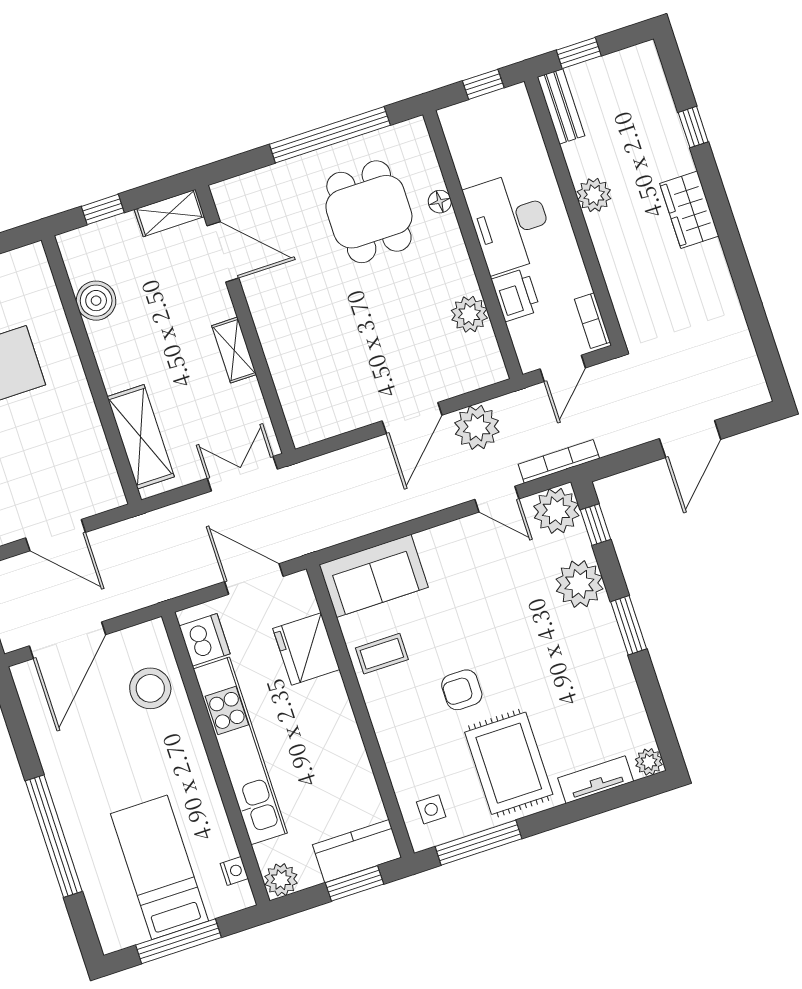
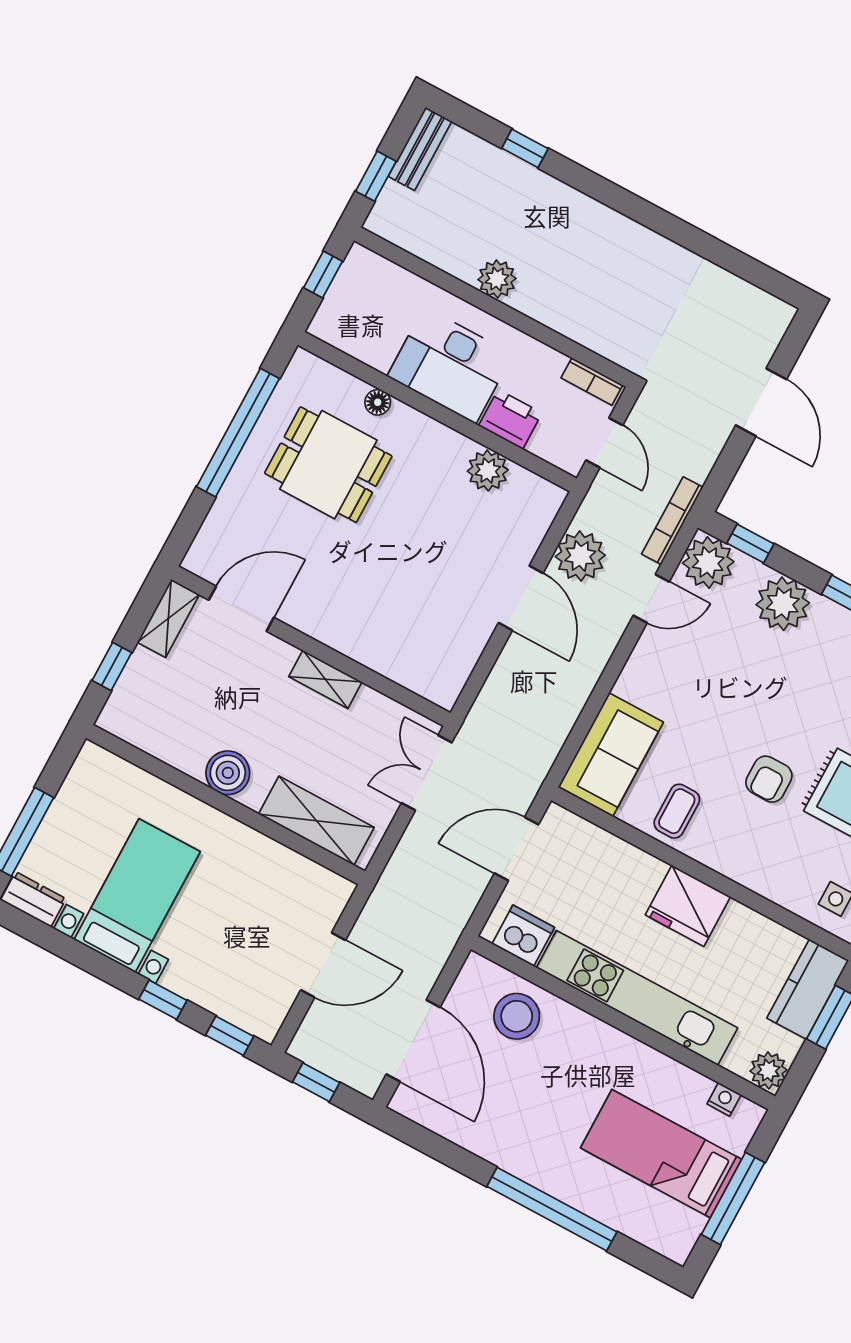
bench: (561, 106) -> (420, 149), moved, turned 90
wardrobe: (689, 210) -> (585, 218), removed
boiler: (96, 301) -> (228, 773), moved
fridge: (306, 649) -> (688, 906), moved

